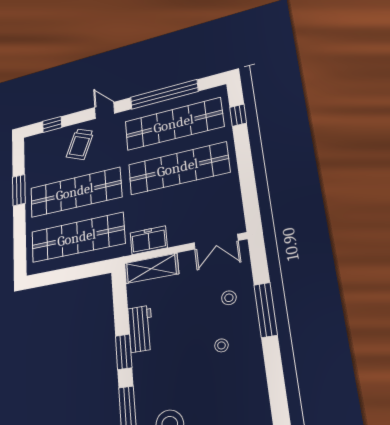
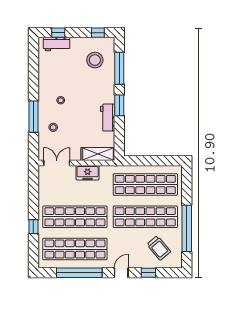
door: (105, 110) -> (121, 273), swing flipped
window: (238, 115) -> (33, 227), moved
window: (52, 124) -> (148, 273), moved
trolley: (80, 144) -> (159, 248), moved, turned 117
window: (19, 190) -> (187, 228), width x2.11
freezer: (149, 240) -> (88, 173), moved

